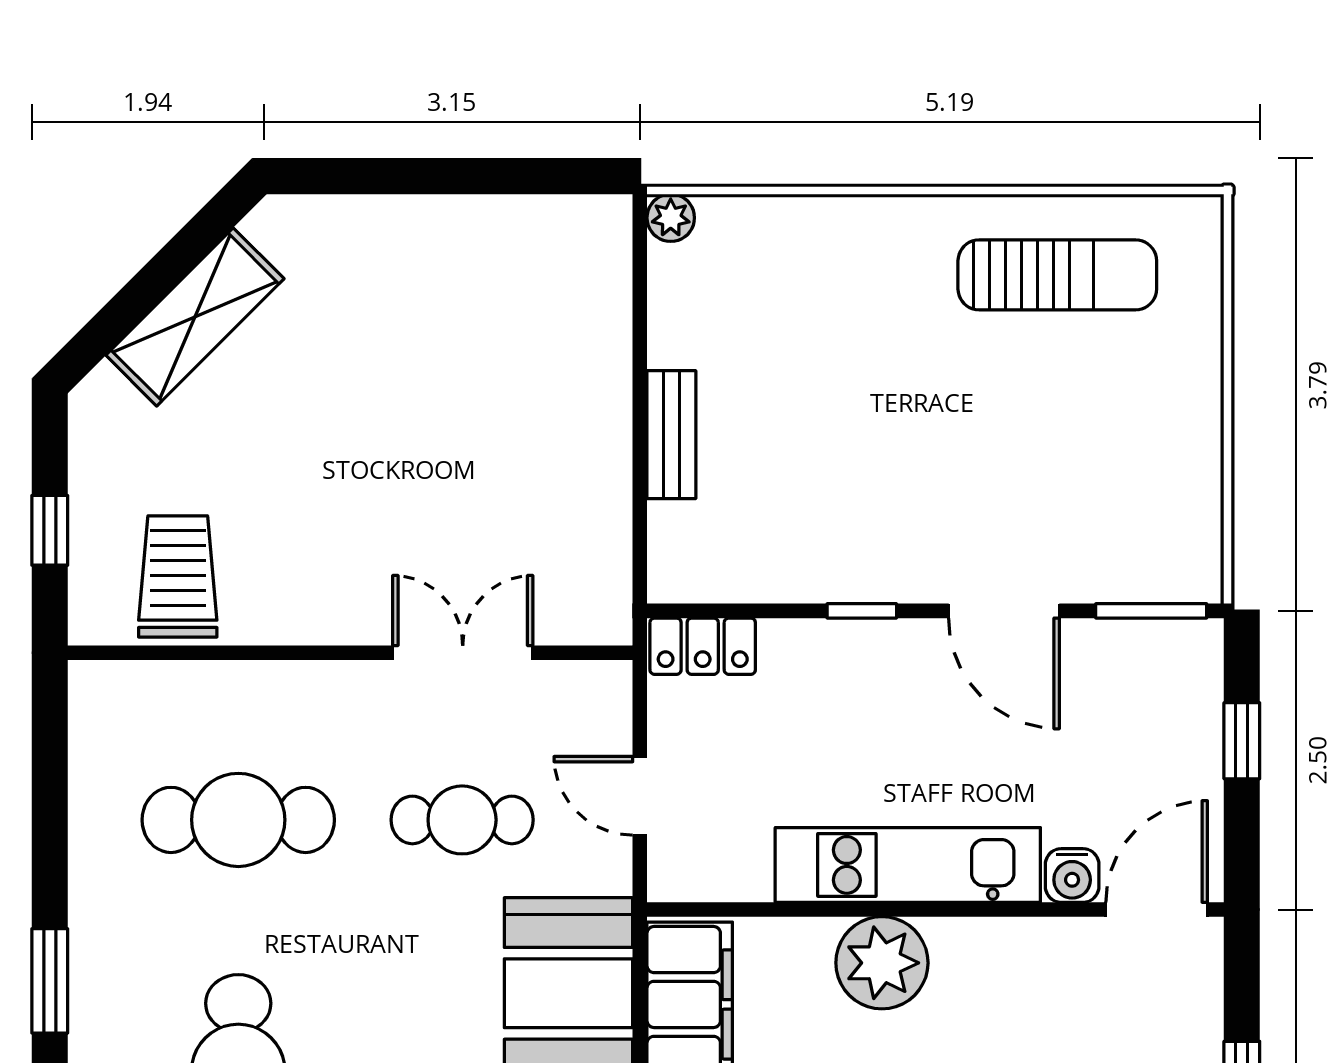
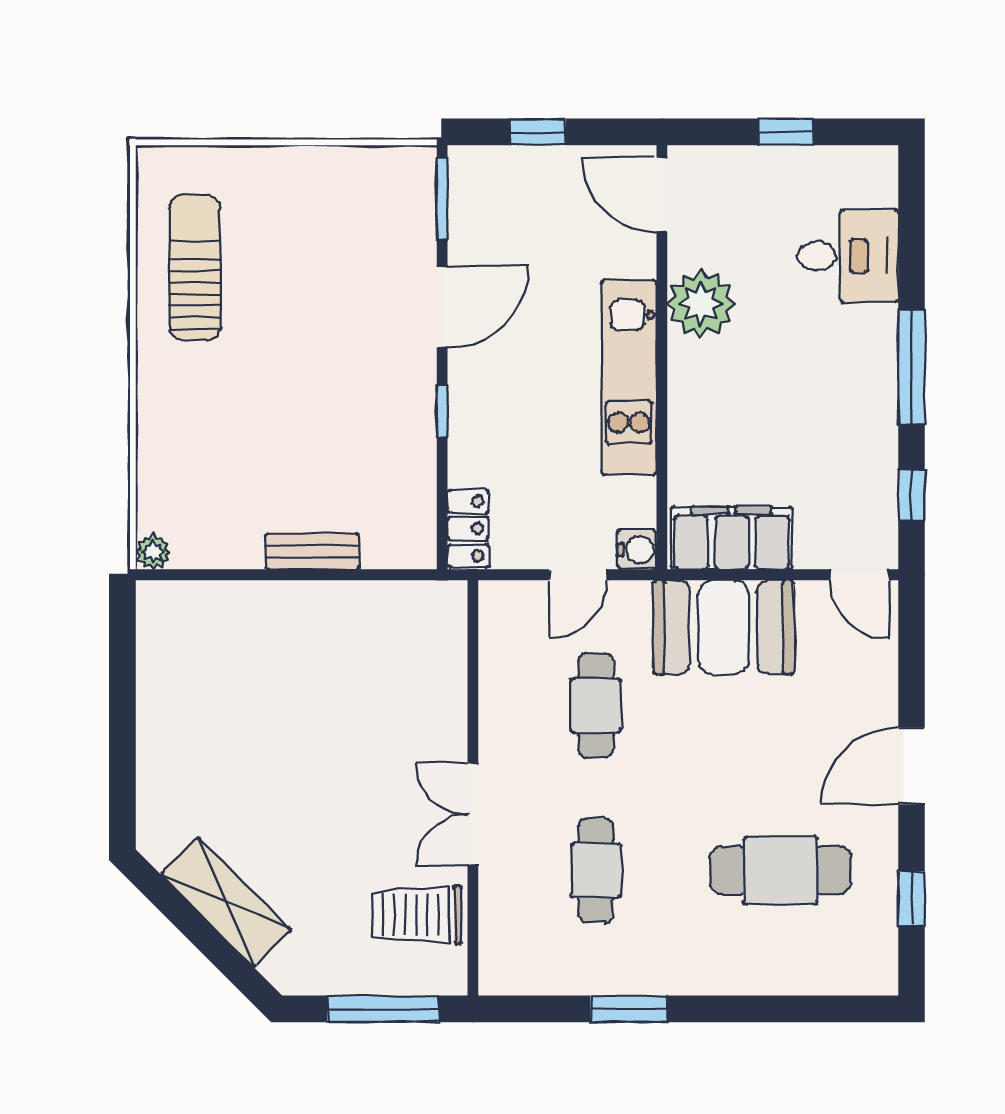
window: (50, 530) -> (383, 1009), width x2.17
double door: (463, 653) -> (473, 814), moved
cafe table: (238, 820) -> (596, 870), width x0.73, depth x0.74
water cooler: (1072, 875) -> (637, 550), moved
plant: (882, 963) -> (701, 304), moved
window: (50, 981) -> (629, 1009), moved

